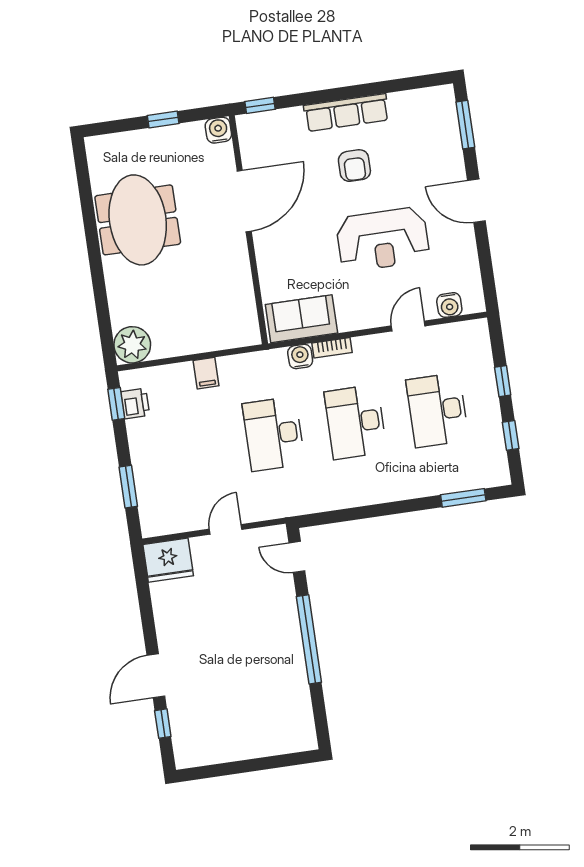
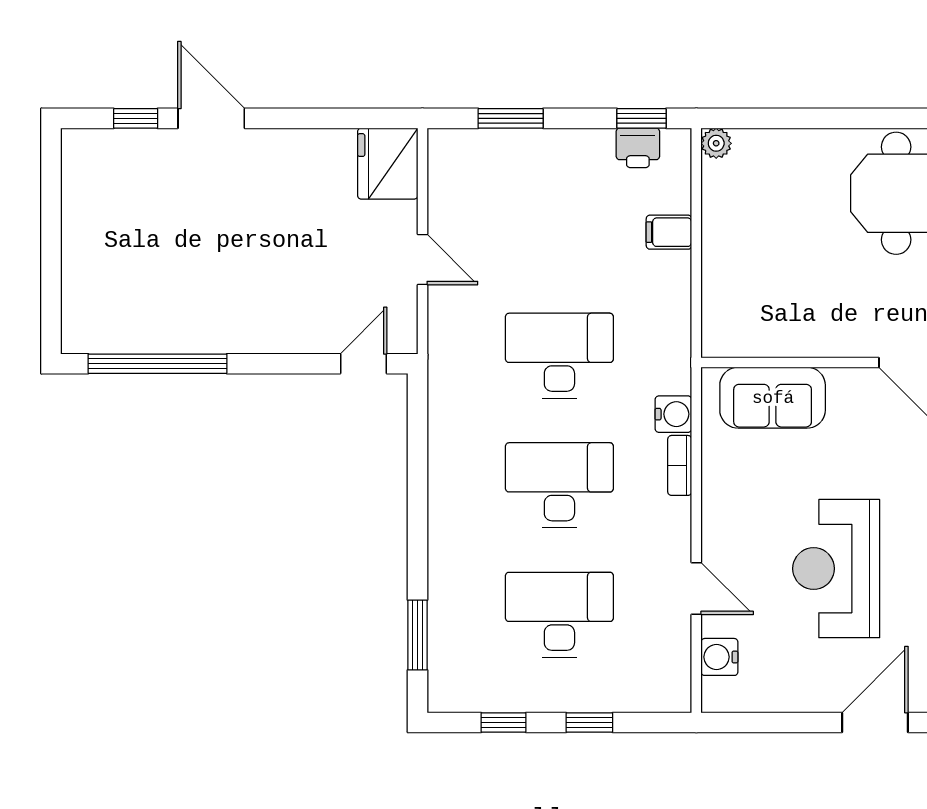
sofa: (301, 319) -> (773, 398), moved, turned 90
plant: (132, 345) -> (716, 143), width x0.53, depth x0.53
filing cabinet: (206, 373) -> (669, 232), moved
window: (309, 639) -> (157, 364), moved

